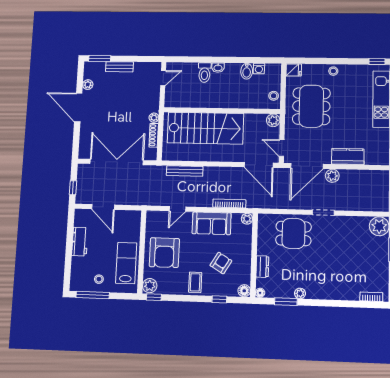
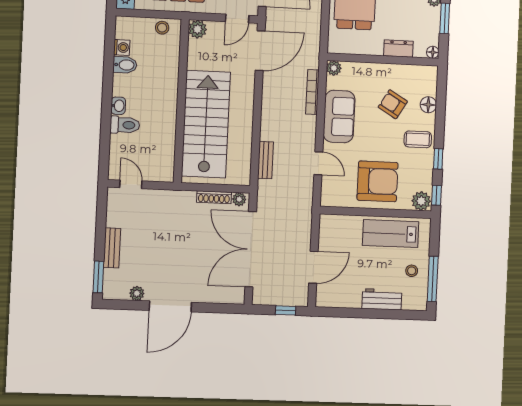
plant: (154, 118) -> (239, 199), moved
bench: (185, 171) -> (266, 160), width x0.73
workbench: (80, 242) -> (382, 299), moved
floor lamp: (244, 291) -> (428, 105), moved
window: (219, 299) -> (438, 159), moved

